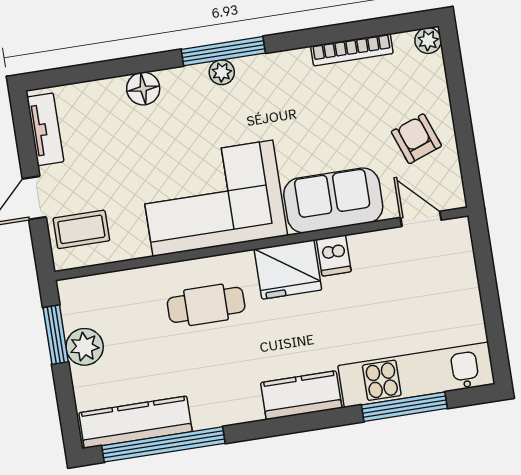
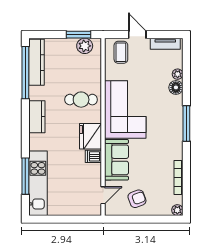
plant: (222, 72) -> (178, 74), moved
cafe table: (206, 305) -> (81, 100), turned 90
plant: (85, 347) -> (85, 46), moved
kitchen counter: (301, 395) -> (37, 117), moved

